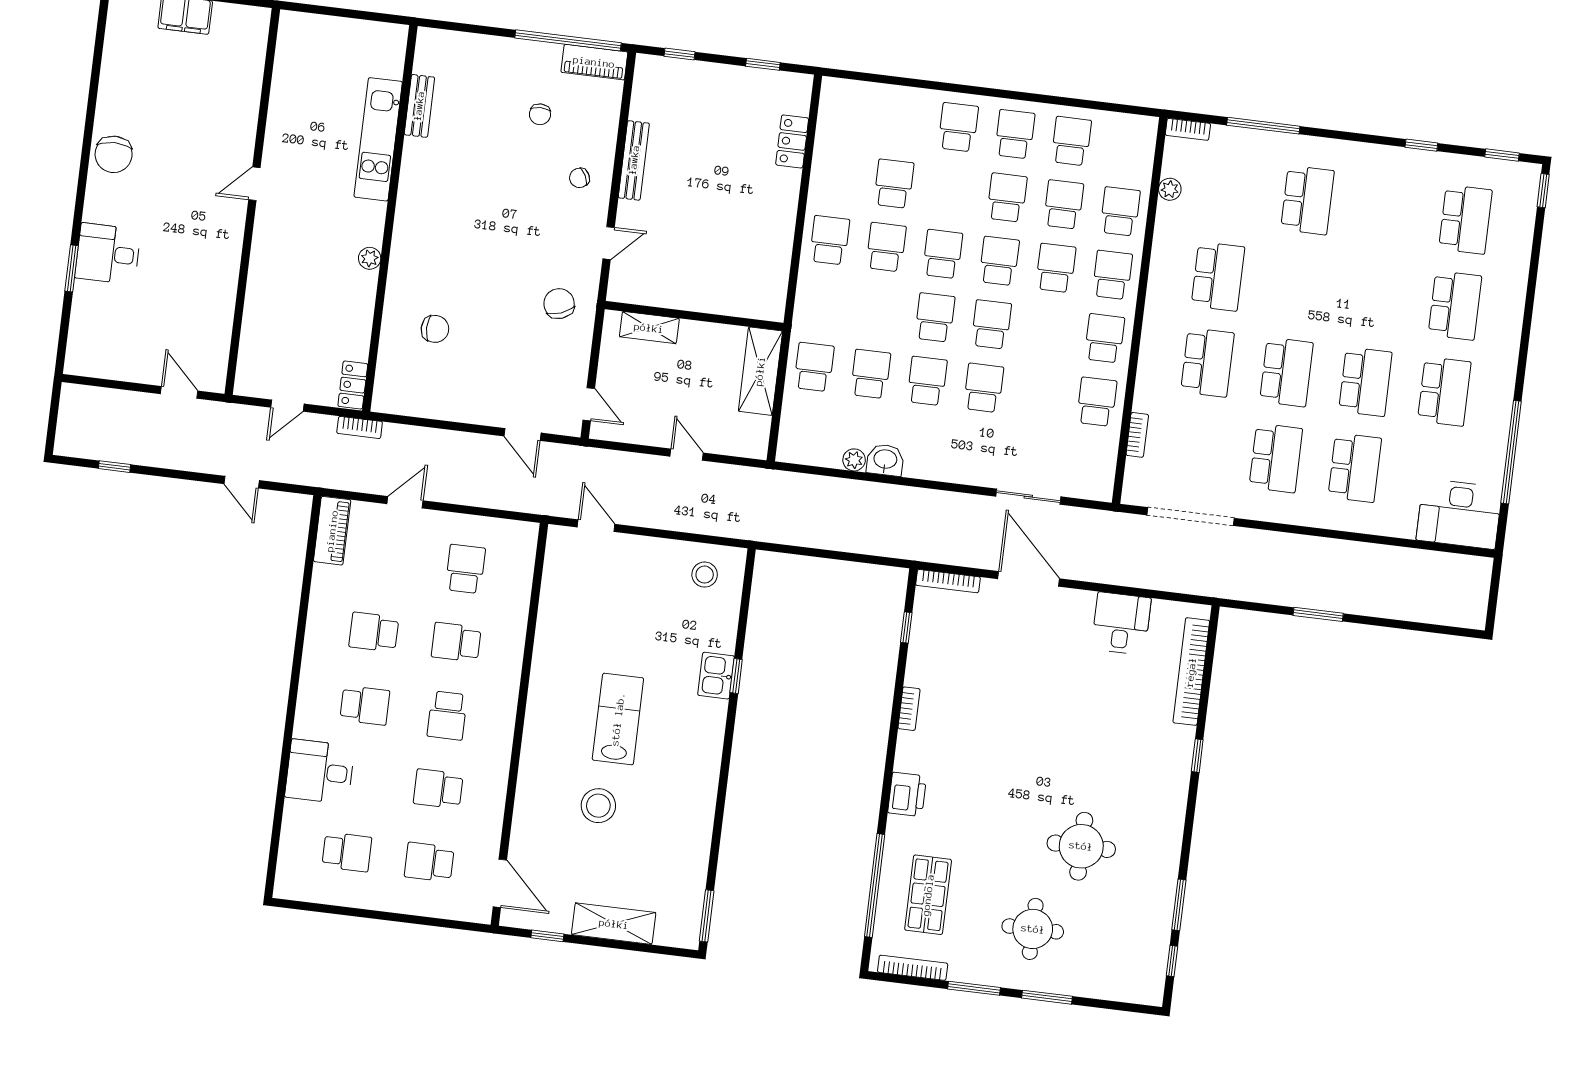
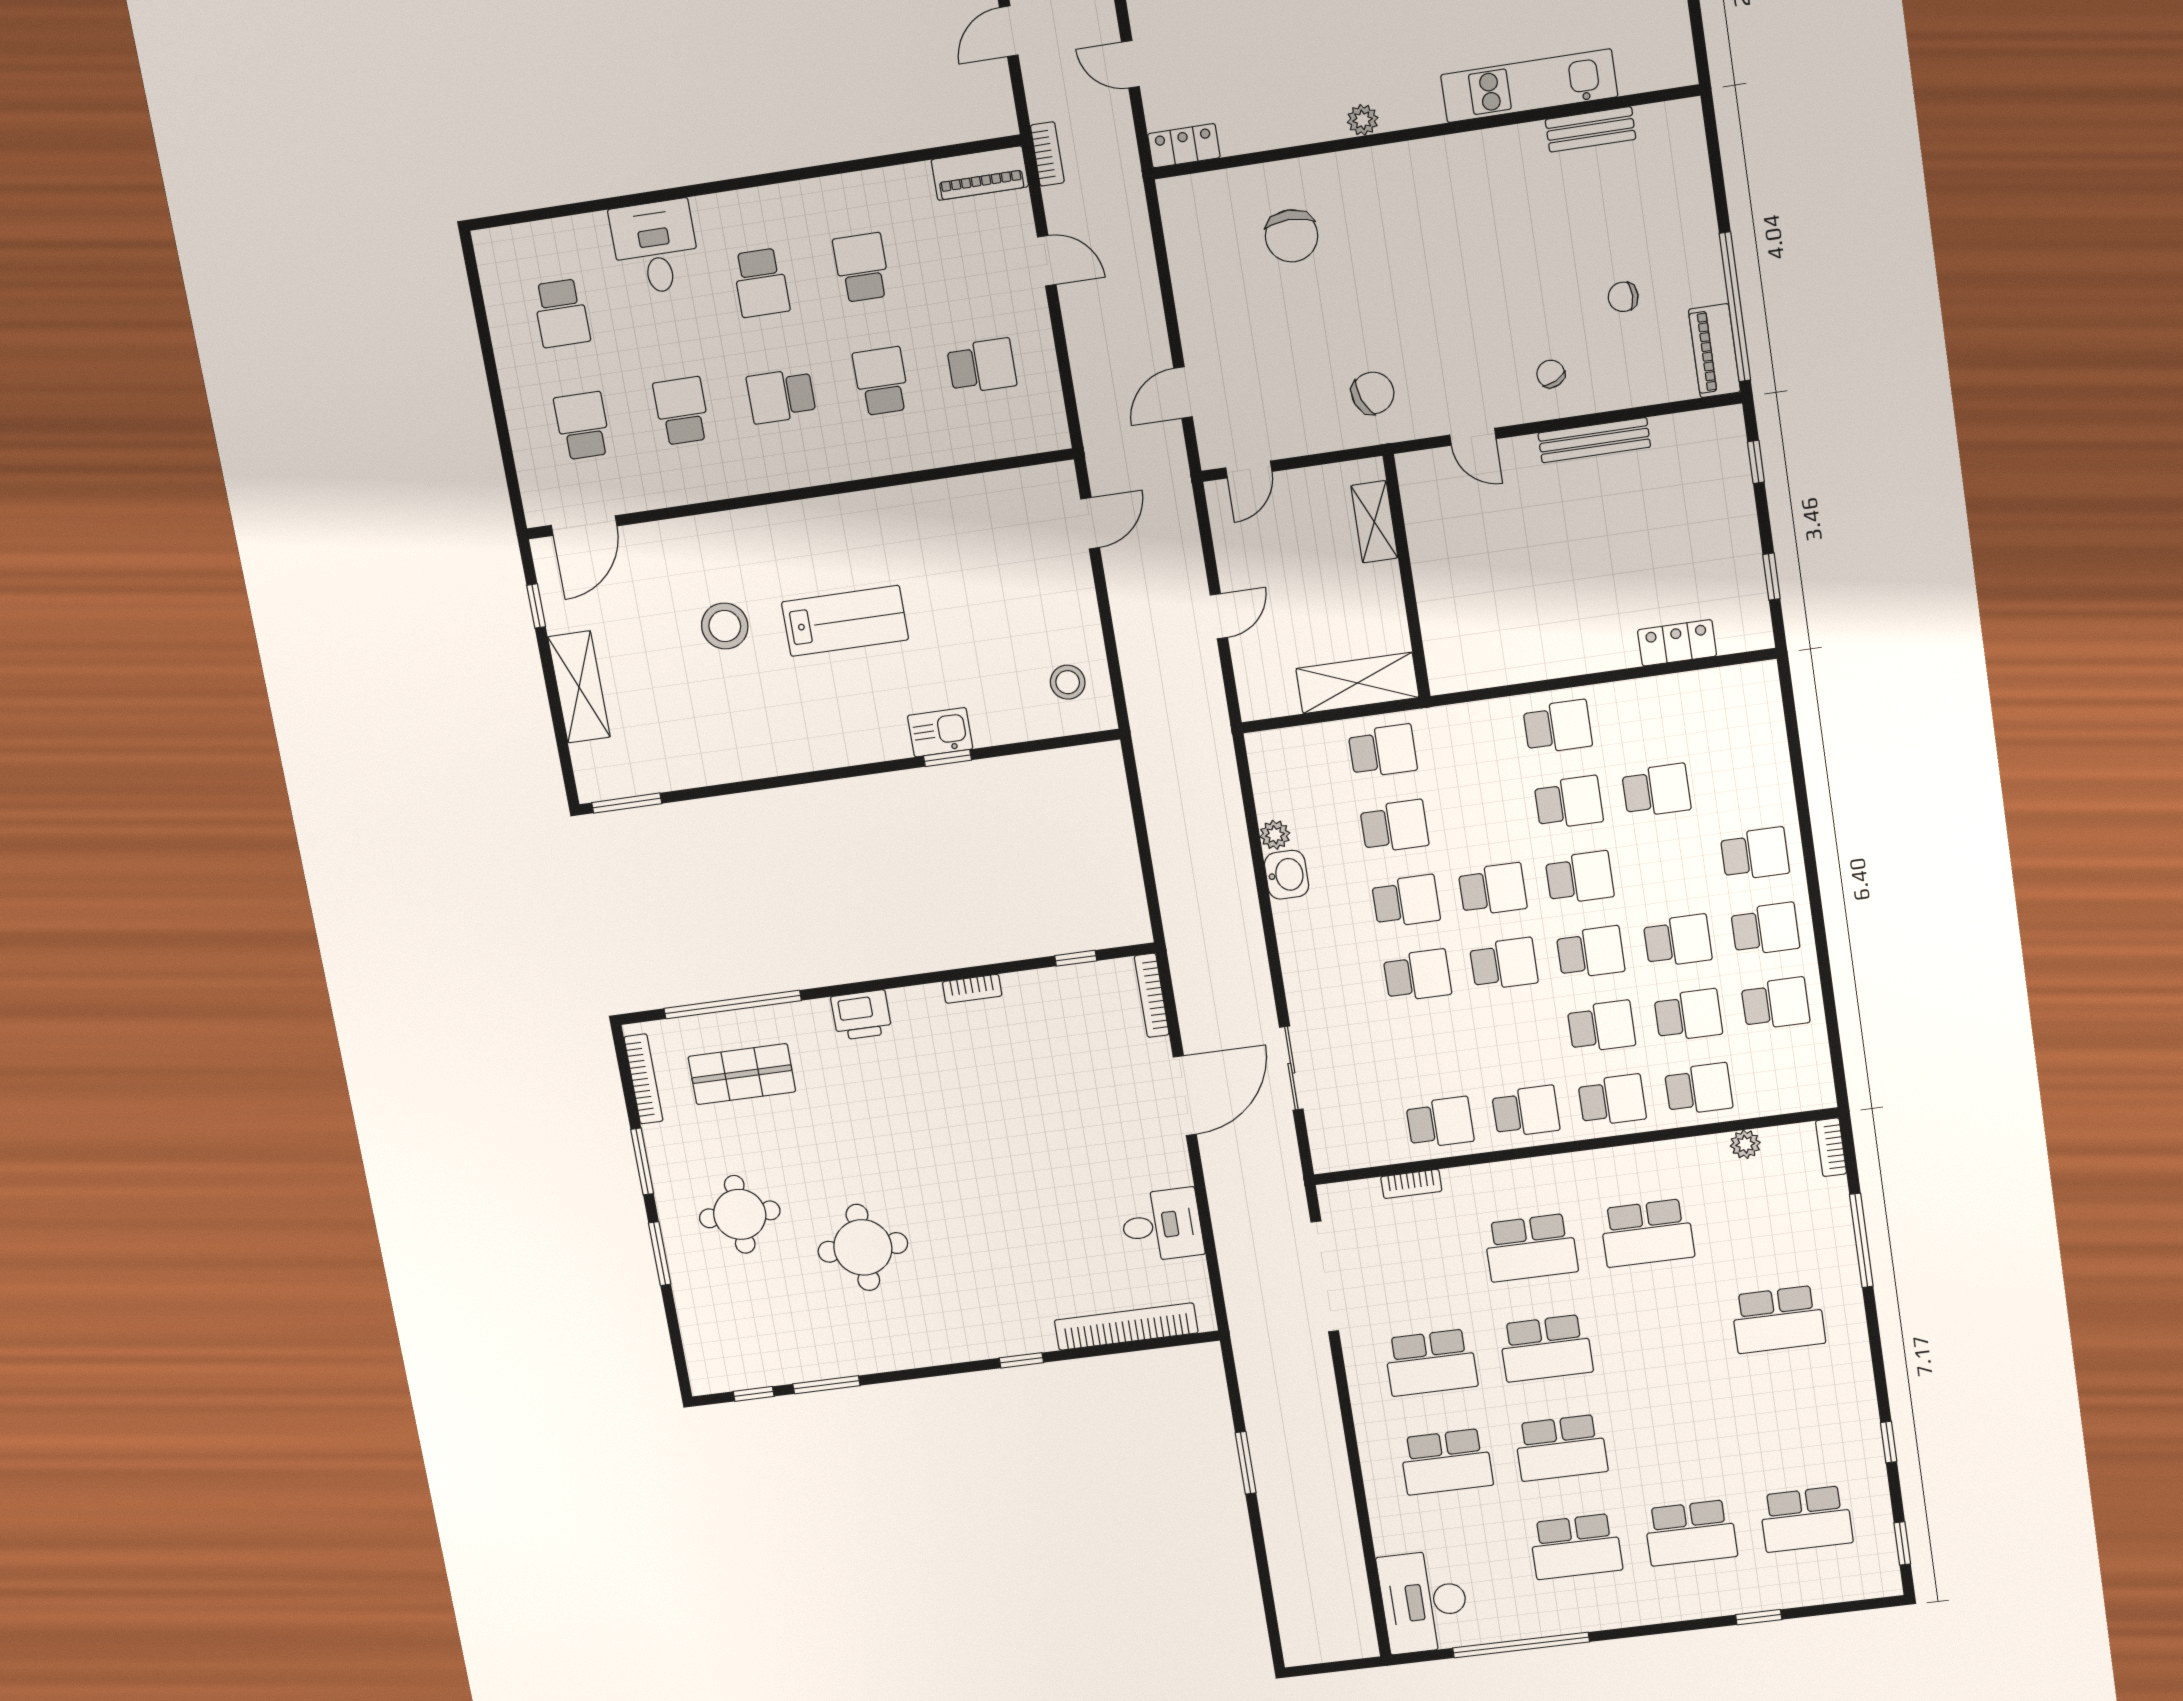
window: (1543, 191) -> (1759, 1617), moved
chair: (435, 329) -> (1292, 236), width x1.37, depth x1.37
bookcase: (360, 427) -> (1047, 154), moved, turned 180

